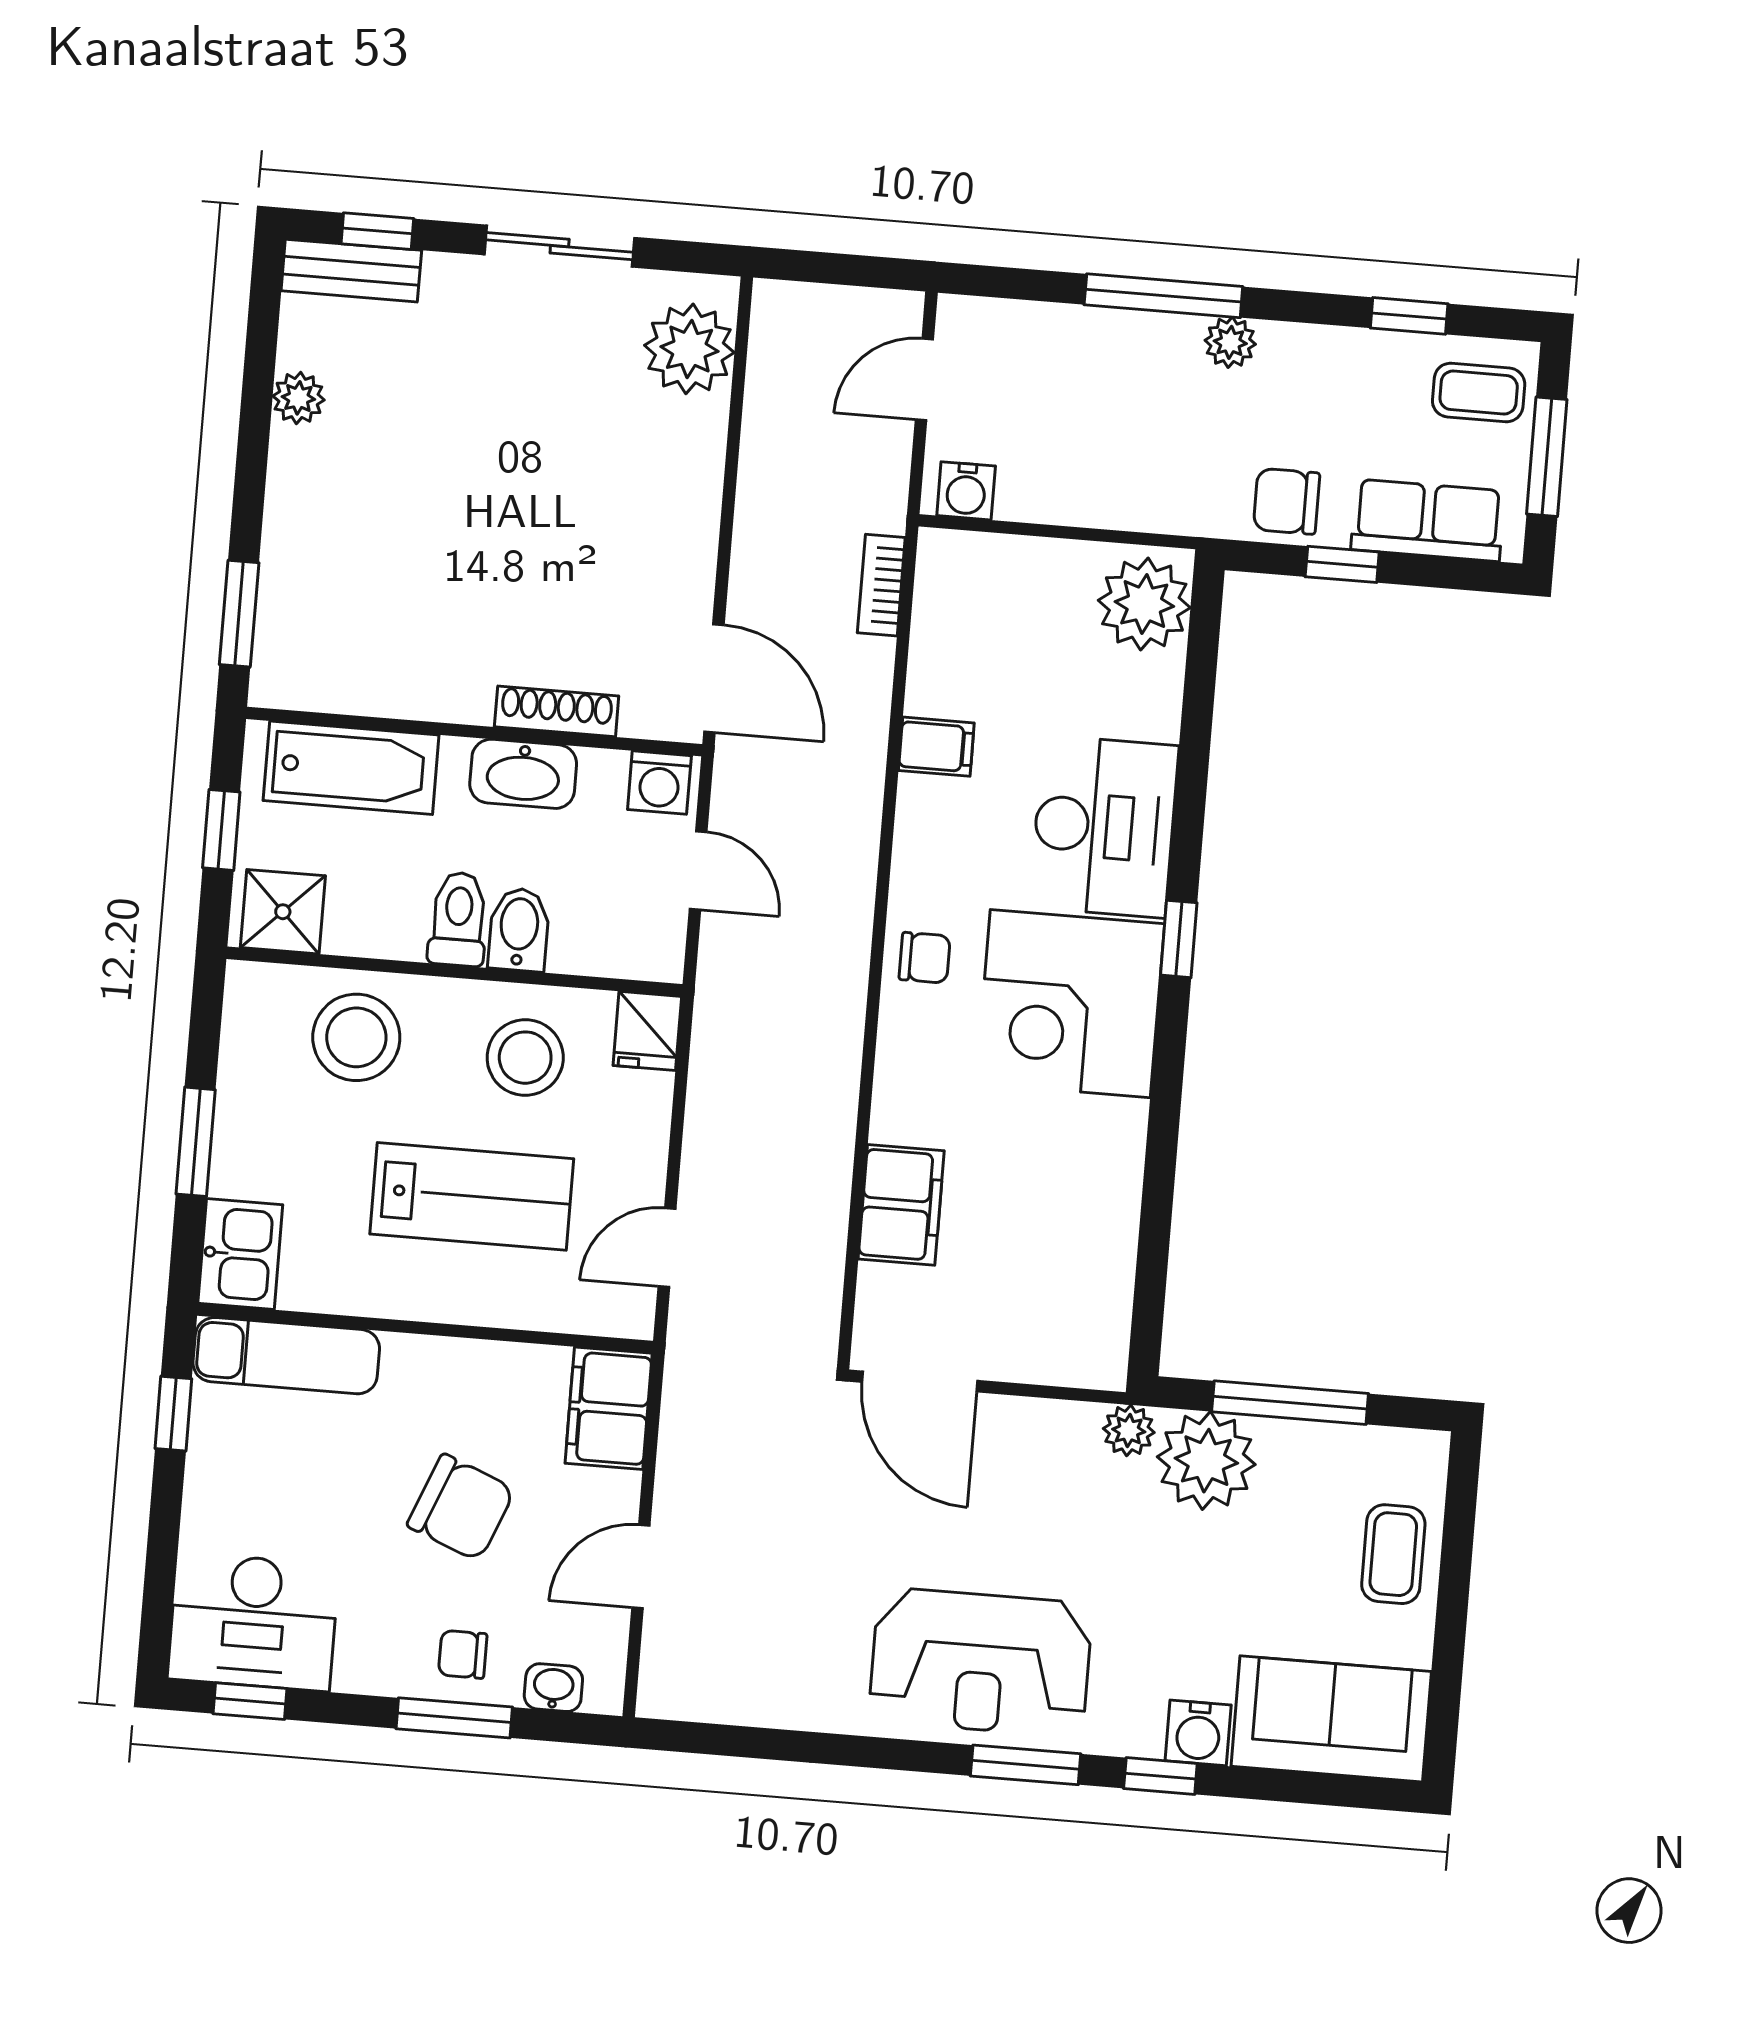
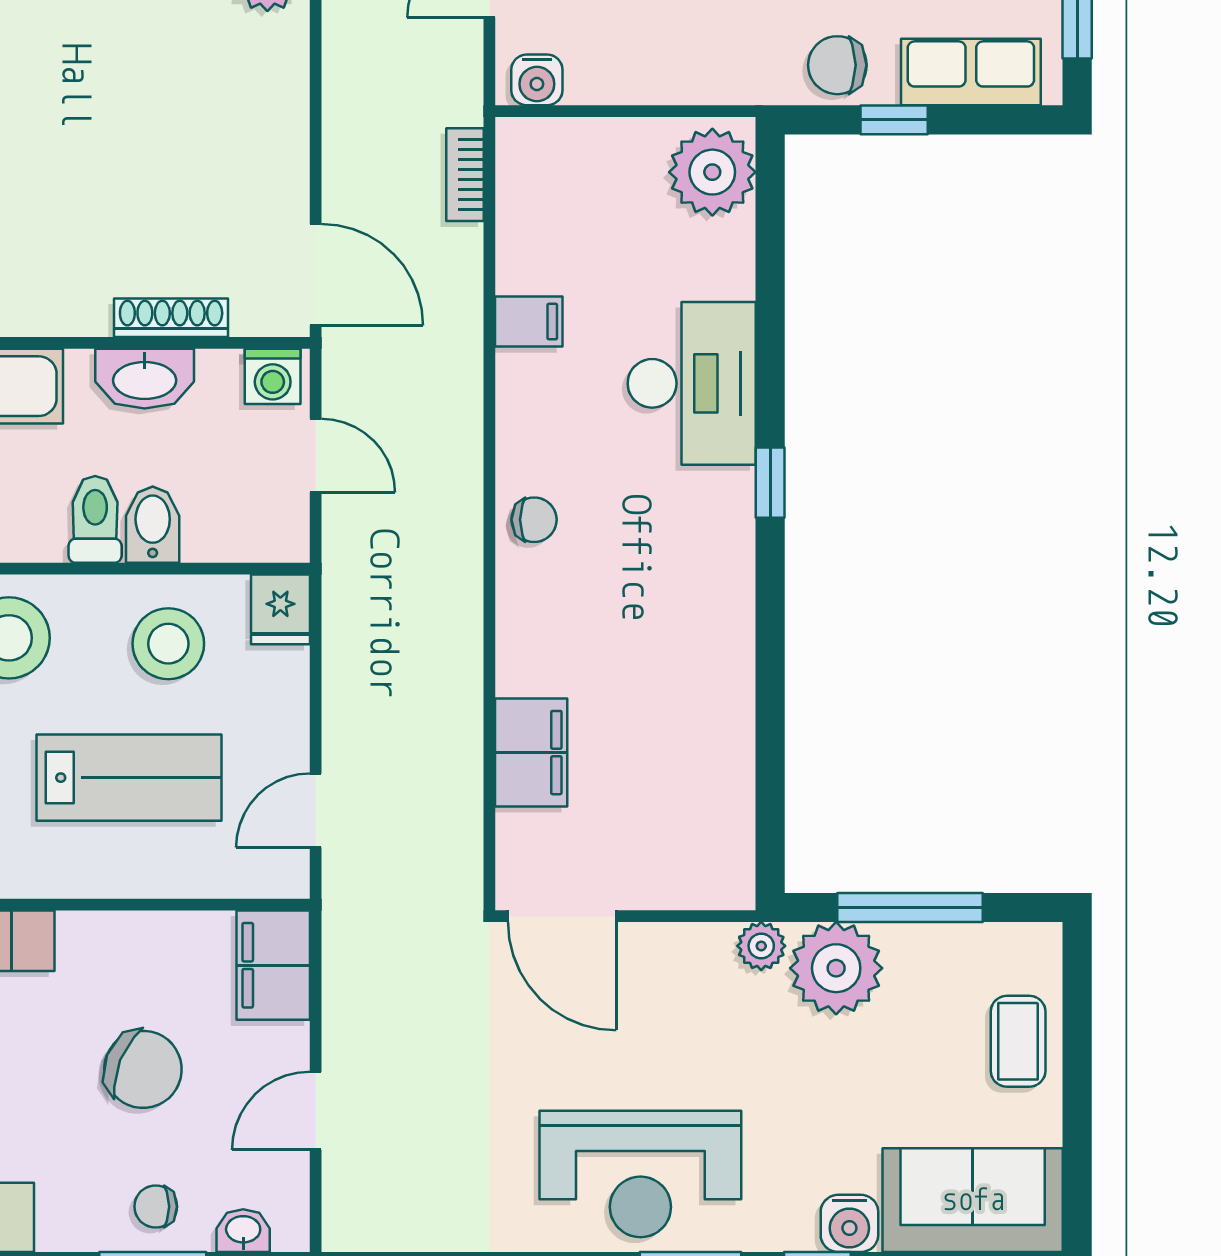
corner desk: (1070, 1004) -> (674, 551), removed

